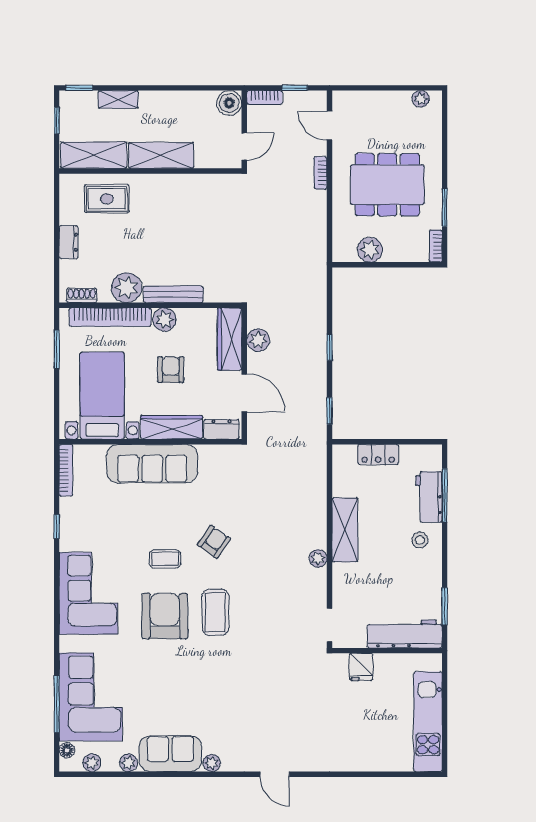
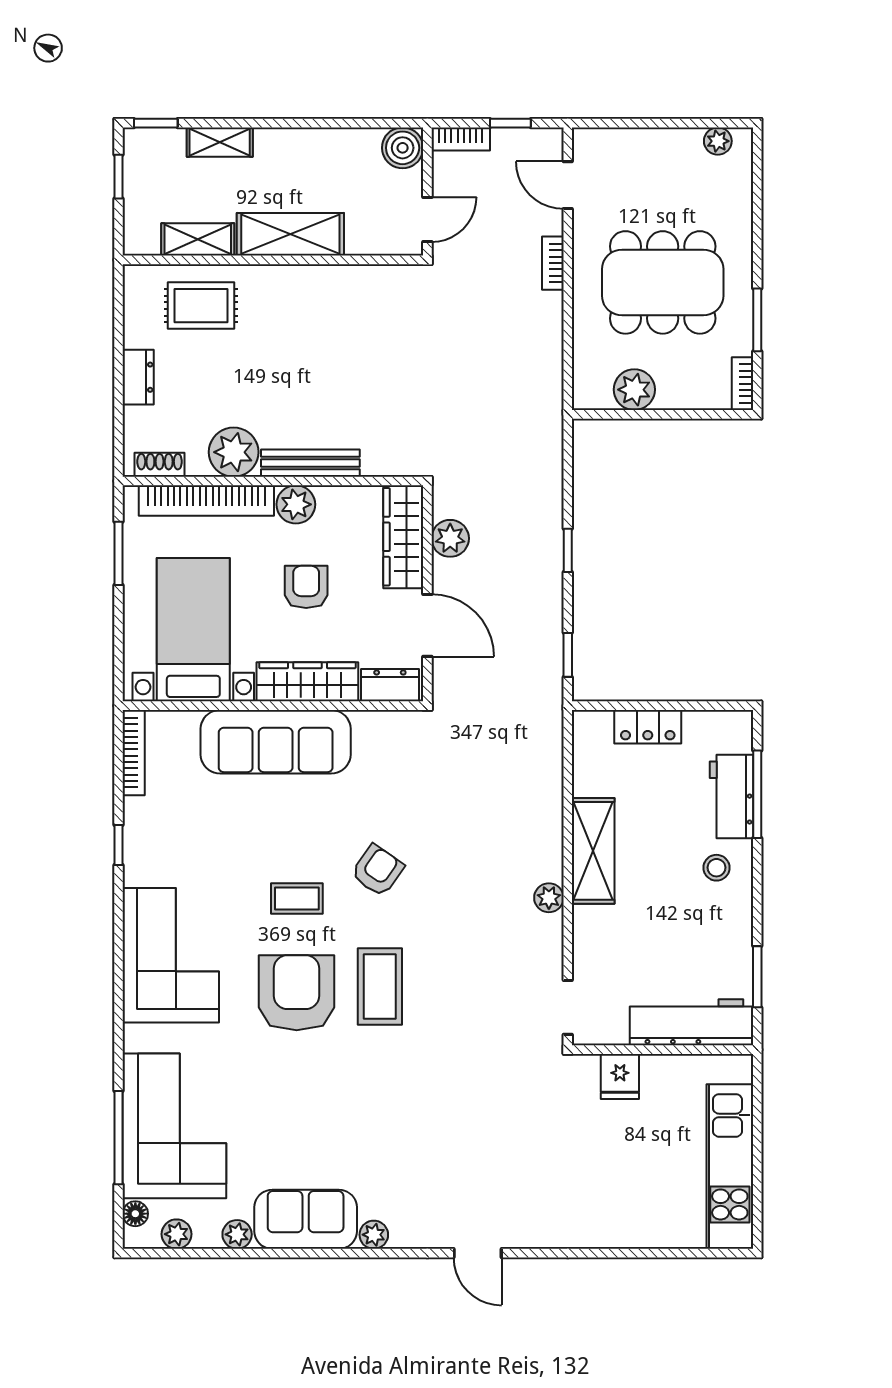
shelving: (94, 155) -> (198, 239), width x0.67, depth x0.75

